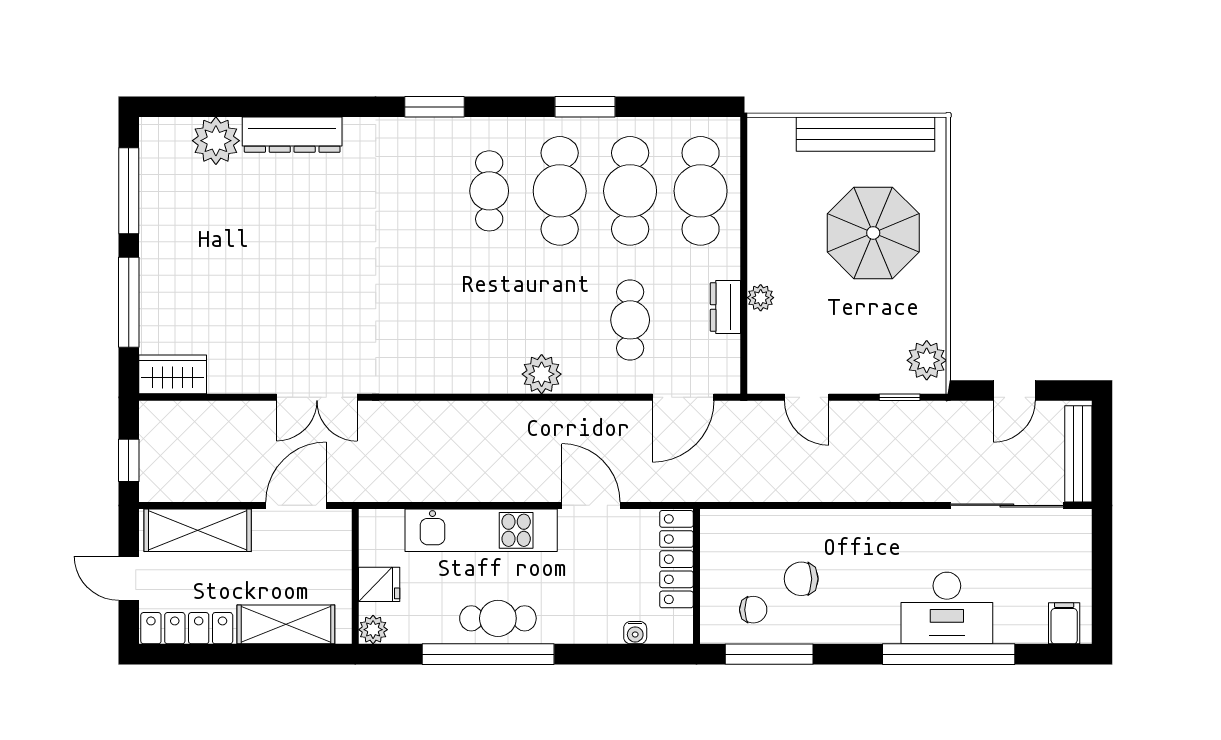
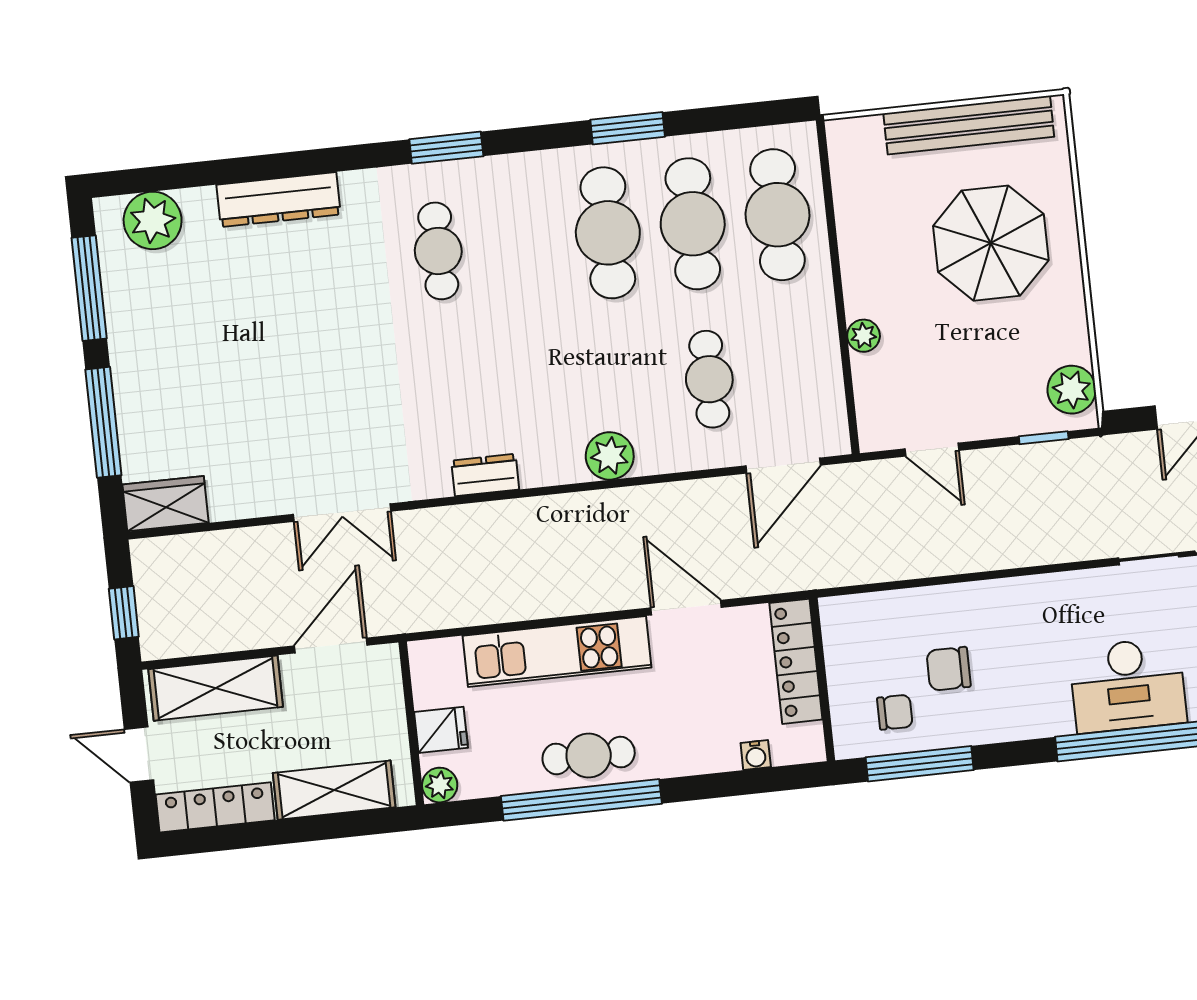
plant: (216, 141) -> (153, 220), moved
cafe table: (489, 191) -> (438, 251), moved
dresser: (725, 307) -> (485, 475), moved, turned 90

